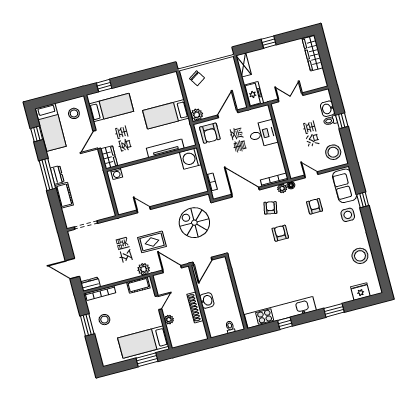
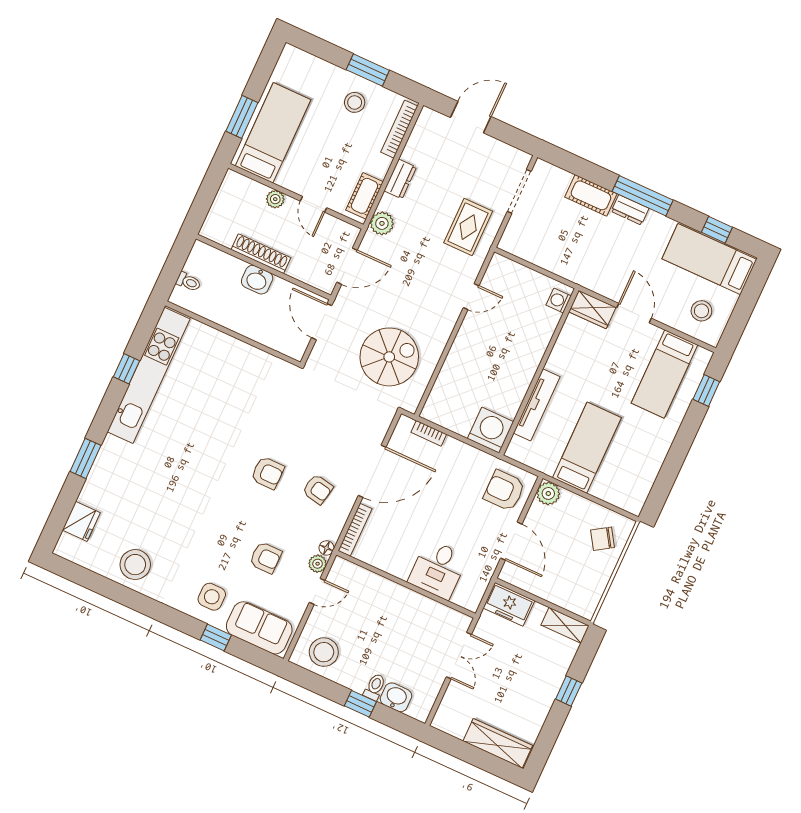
plant: (282, 188) -> (318, 564), moved
rug: (152, 242) -> (468, 227), moved
dresser: (90, 284) -> (400, 179), moved

